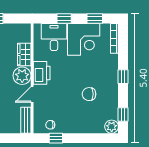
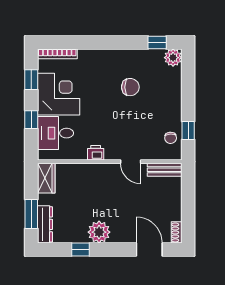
wardrobe: (24, 54) -> (46, 178), moved, turned -90
printer: (42, 73) -> (96, 153), width x0.53, depth x0.68
plant: (22, 76) -> (106, 175), removed
window: (123, 77) -> (107, 43), removed
chair: (89, 94) -> (130, 87), turned -90

